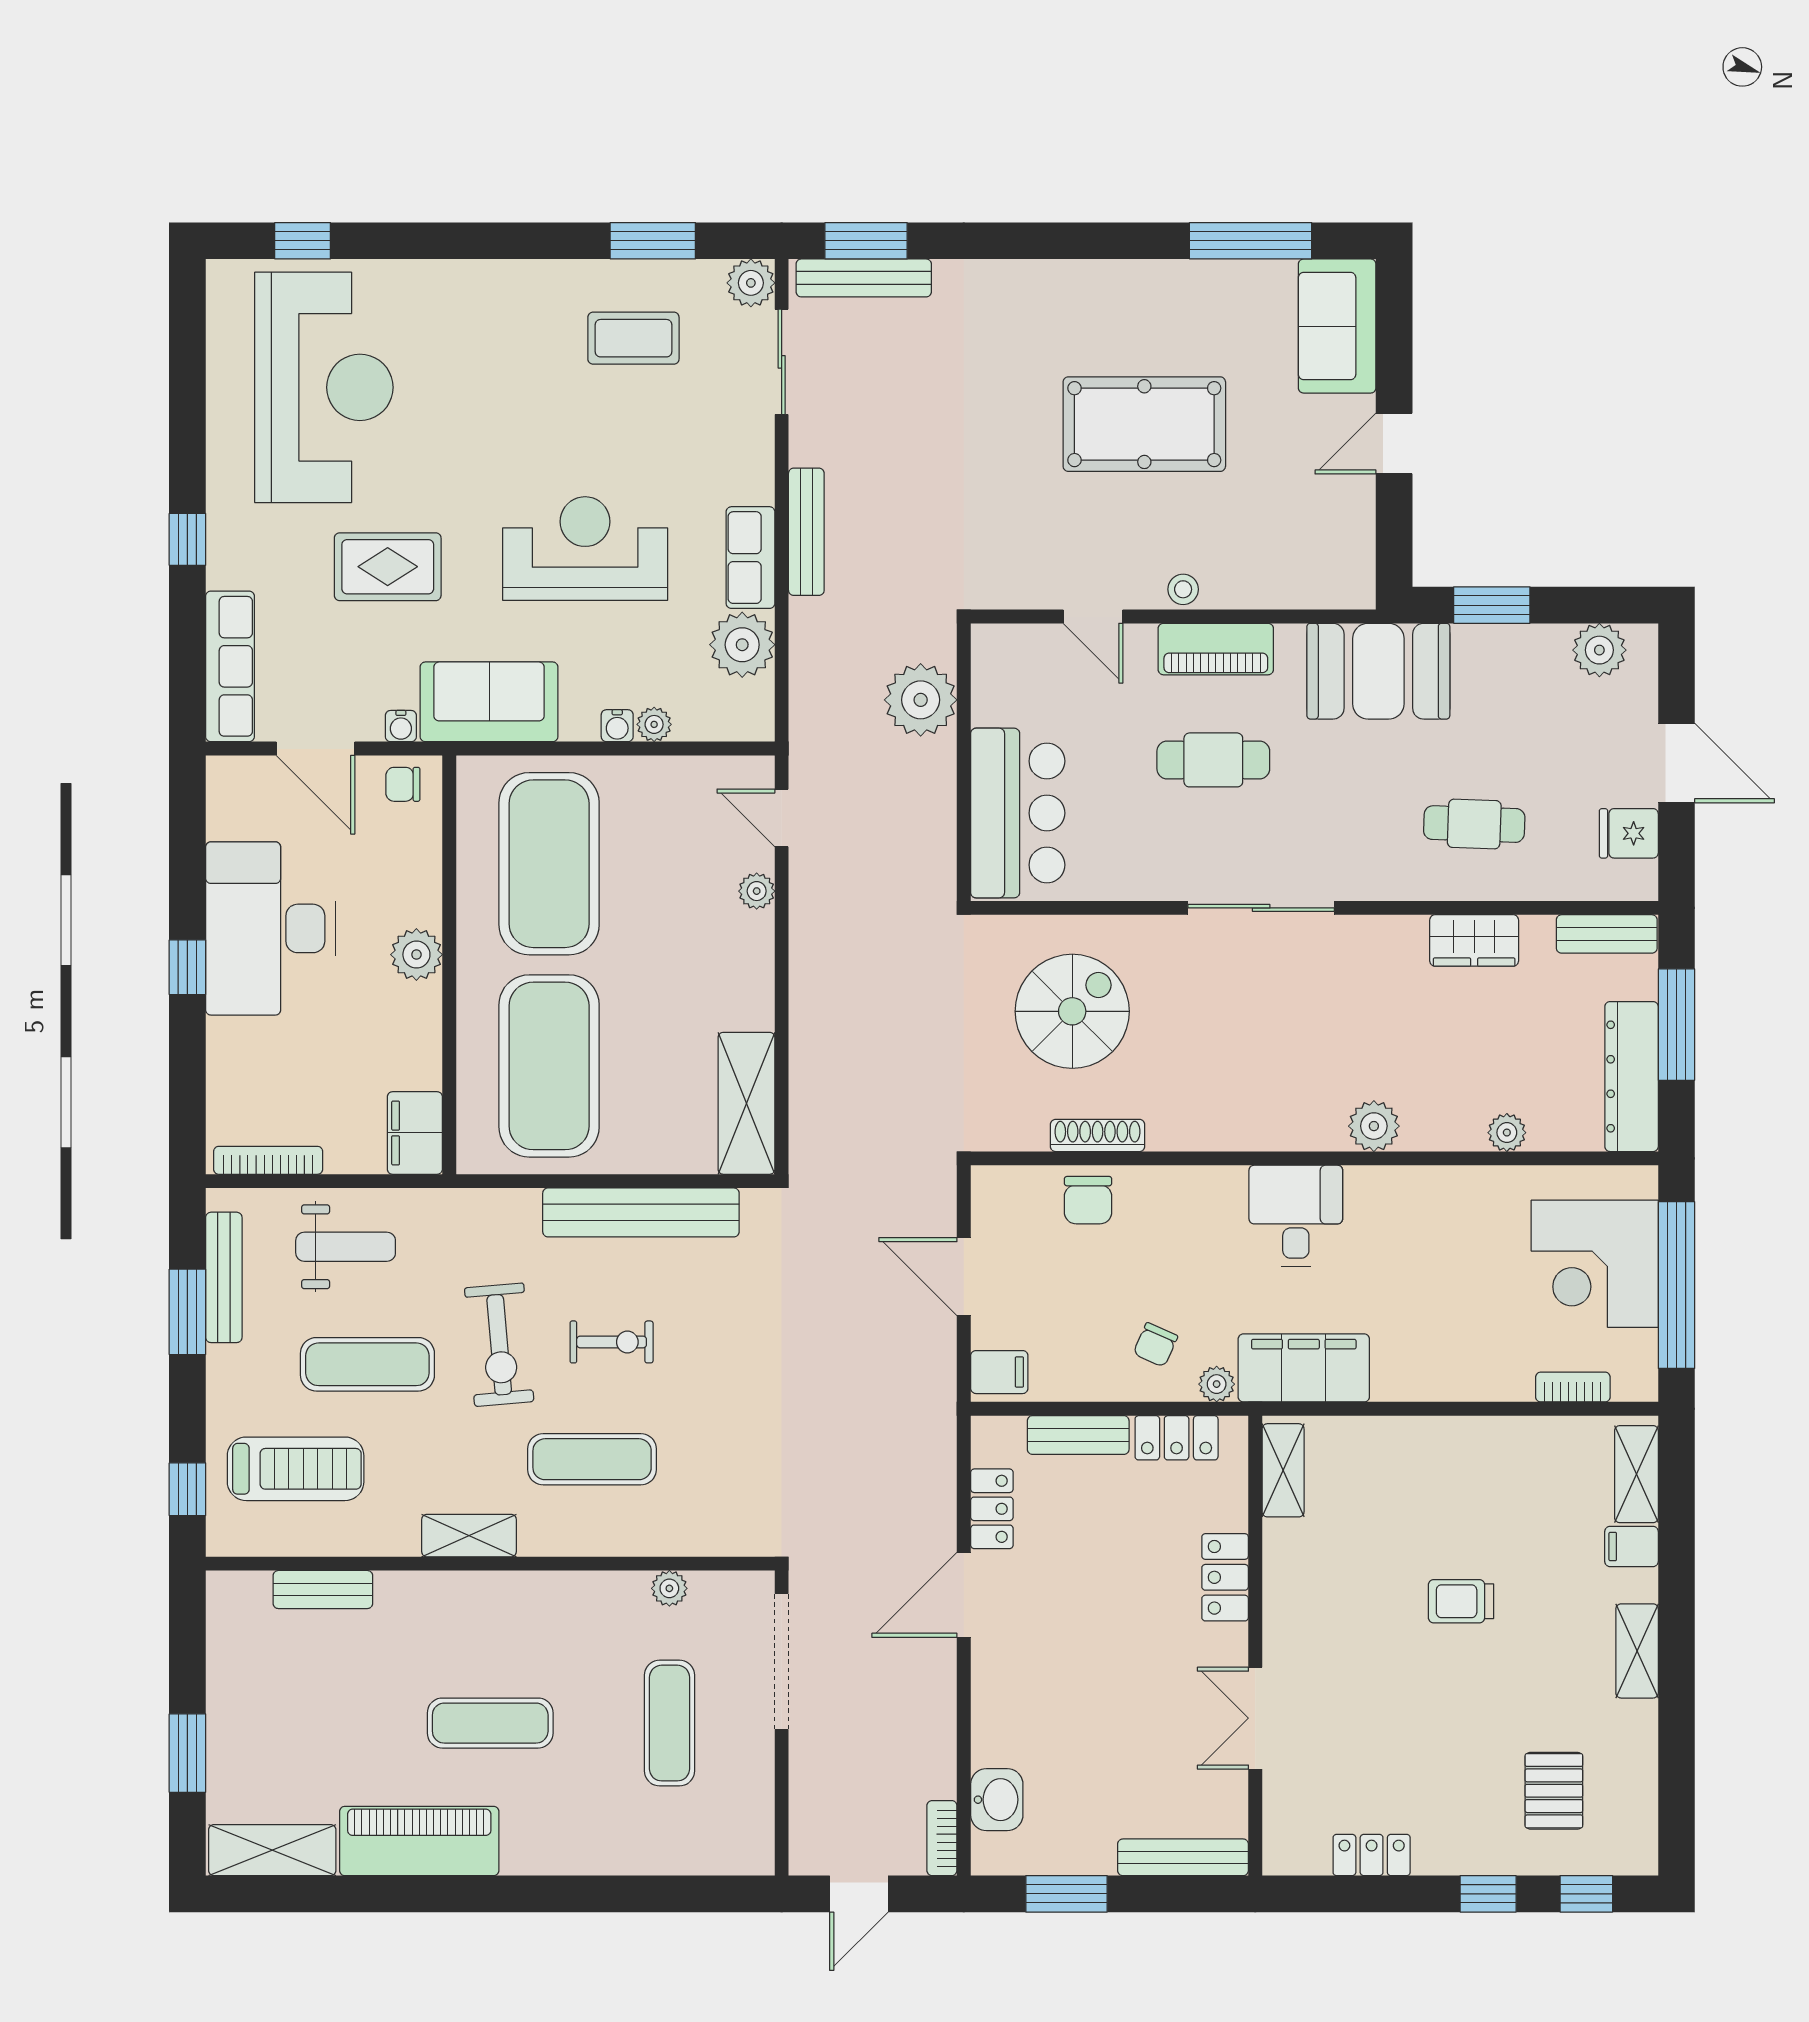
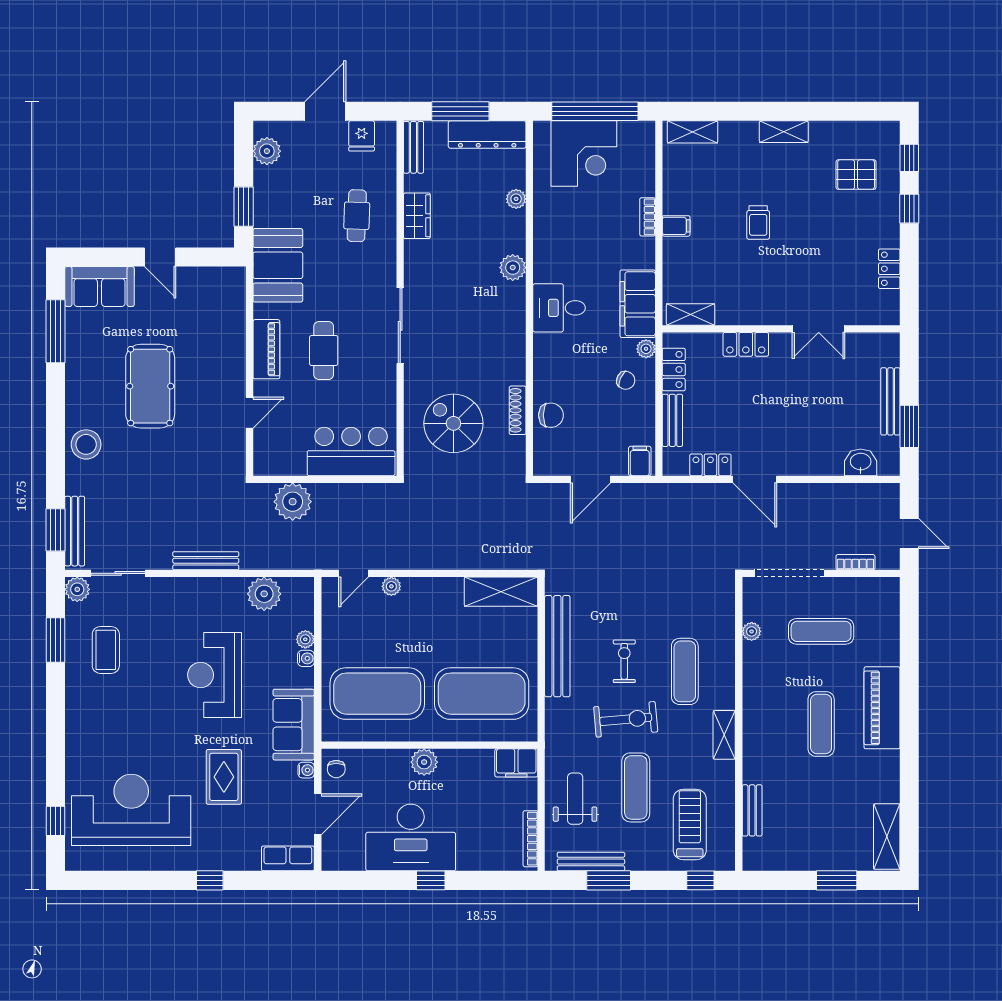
row of seats: (750, 558) -> (219, 590), removed
stool: (1183, 589) -> (86, 444), moved, width x1.89, depth x1.89
row of seats: (230, 666) -> (288, 858), width x0.68
bookcase: (1573, 1387) -> (648, 217), moved
filing cabinet: (1631, 1546) -> (676, 226), moved, turned -90
bookcase: (942, 1838) -> (855, 562), moved, turned 180
piano: (419, 1841) -> (882, 708), moved
bench: (1183, 1857) -> (890, 401), moved

